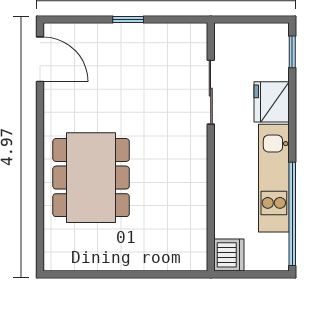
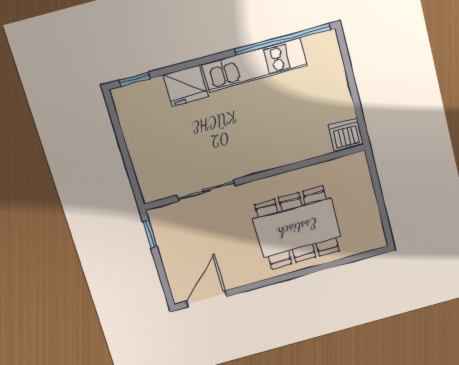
sliding door: (211, 92) -> (206, 190), moved
wall: (211, 147) -> (255, 177), moved
dishwasher: (229, 255) -> (346, 135), moved

